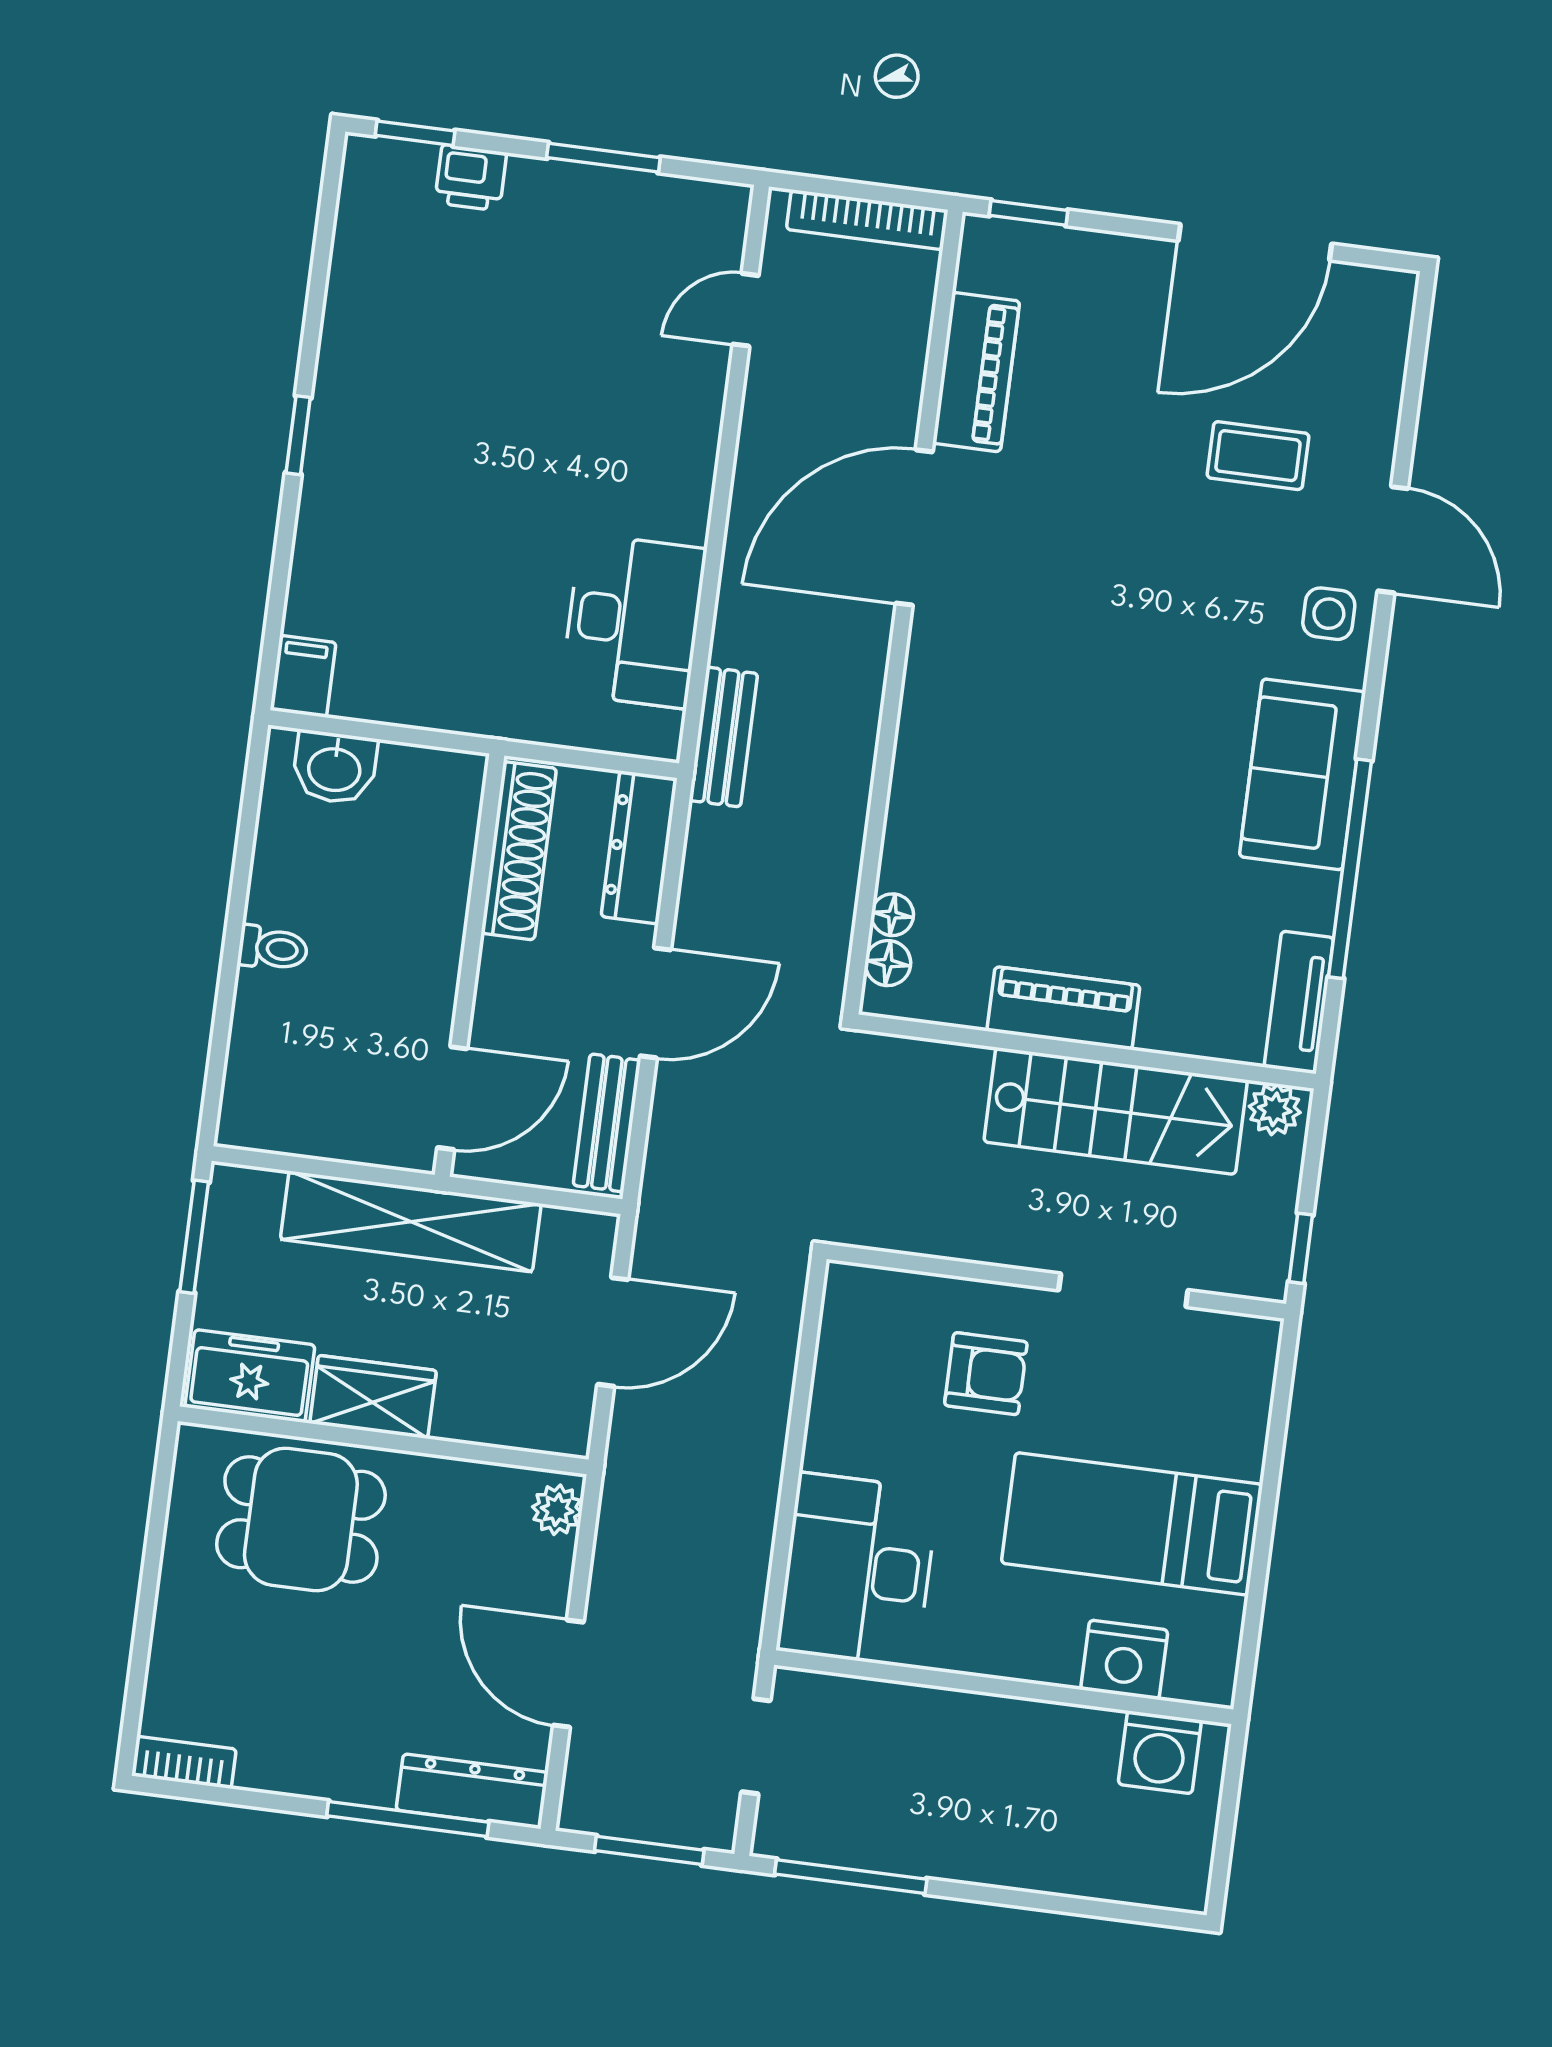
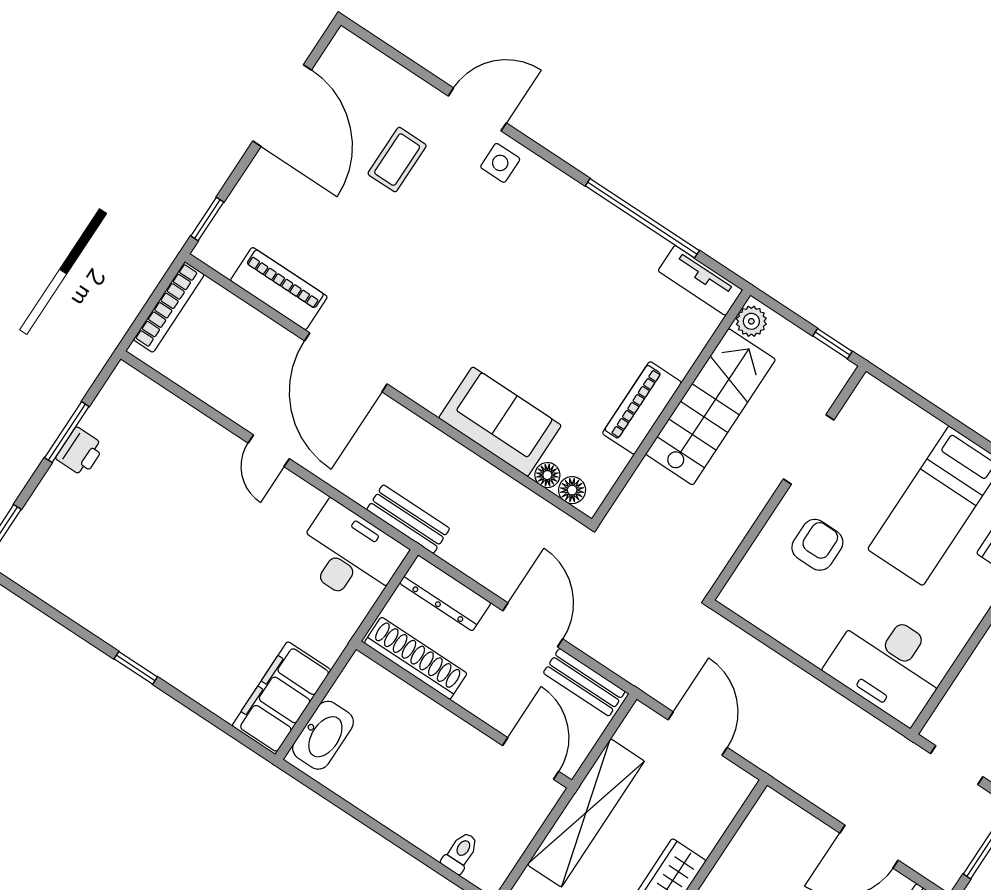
printer: (471, 178) -> (80, 452), moved
door: (745, 310) -> (269, 451), moved
desk: (633, 621) -> (350, 555), moved
filing cabinet: (303, 676) -> (281, 698), width x3.00, depth x1.17
washbasin: (335, 768) -> (323, 735), width x1.38
sofa: (1302, 774) -> (500, 422), moved, turned 180
toilet: (273, 948) -> (460, 853), moved
plant: (557, 1510) -> (778, 810), removed

